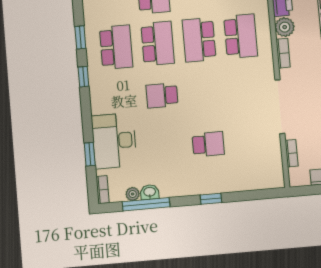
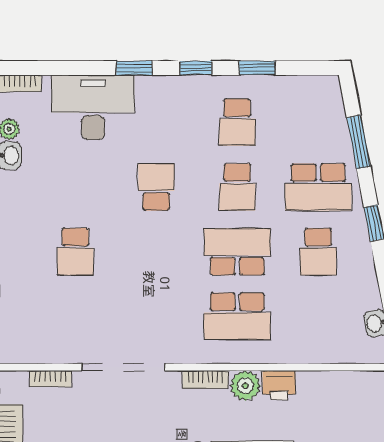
school desk: (158, 43) -> (237, 187), width x0.54
school desk: (116, 47) -> (237, 122), width x0.54
window: (90, 154) -> (134, 68), moved

